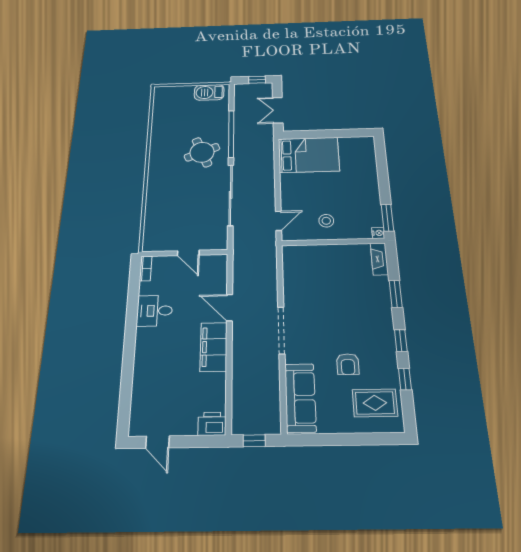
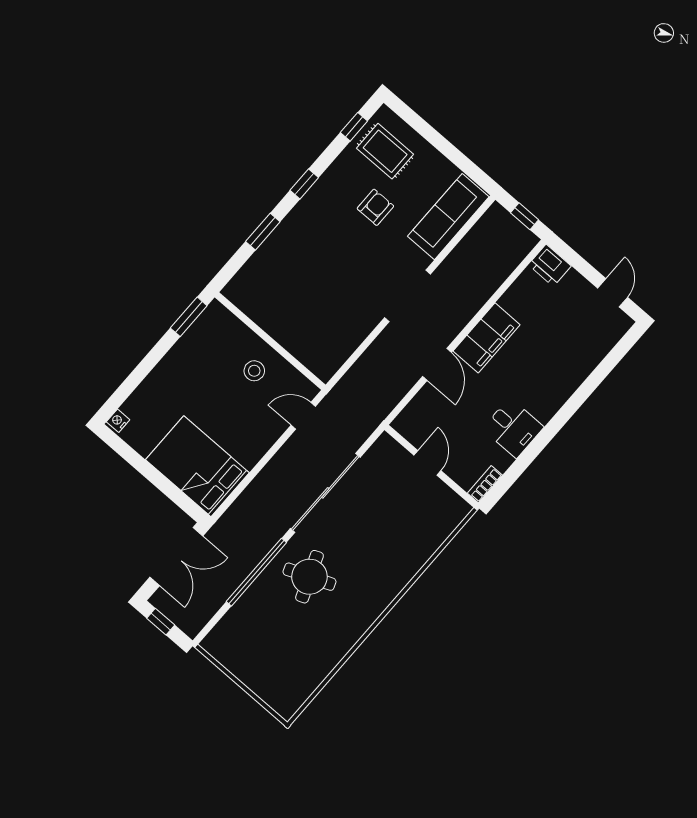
barbecue: (209, 92) -> (231, 654), removed
double door: (278, 110) -> (176, 556), width x1.37
nightstand: (378, 233) -> (118, 421), moved
fireplace: (379, 259) -> (242, 281), removed
window: (405, 379) -> (354, 127), moved

